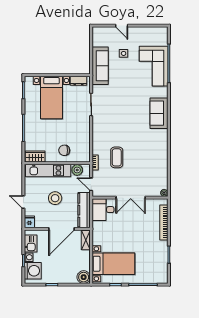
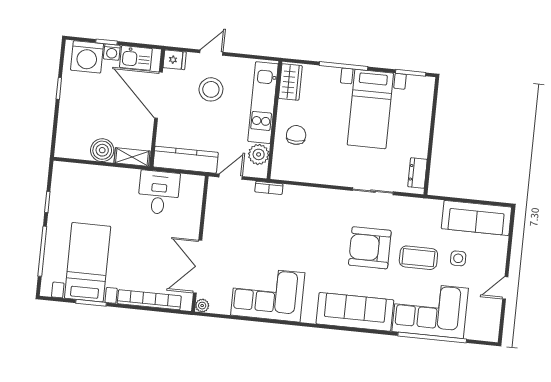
door: (122, 26) -> (505, 288), moved
sofa: (100, 66) -> (476, 218), moved
bed with nightstands: (51, 98) -> (370, 109), moved, turned -90
armchair: (123, 103) -> (370, 248), added
sofa: (159, 113) -> (355, 312), width x1.36
coffee table: (117, 157) -> (418, 258), moved
corner sofa: (154, 157) -> (268, 294), added
stool: (55, 198) -> (211, 89), moved
double door: (131, 198) -> (198, 267), moved
desk: (104, 210) -> (159, 193), moved
door: (62, 229) -> (158, 95), moved
bed with nightstands: (113, 264) -> (88, 262), moved, turned 180
boiler: (84, 277) -> (102, 150), moved

